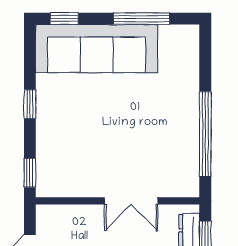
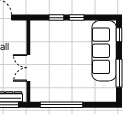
window: (30, 173) -> (56, 18), moved

